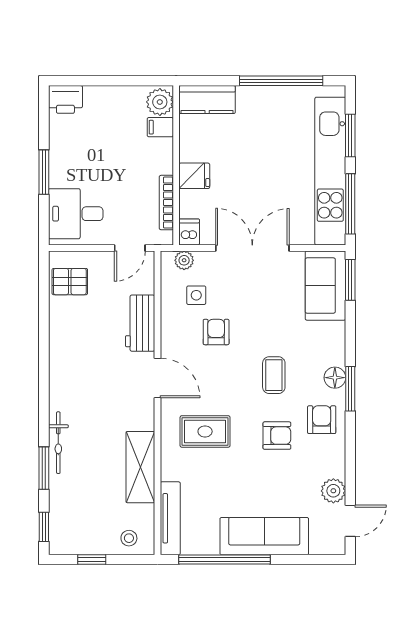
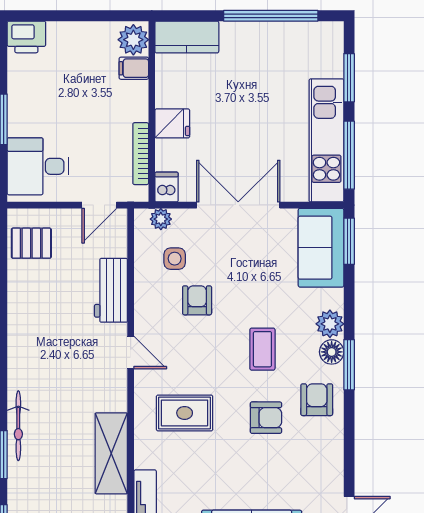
kitchen unit: (330, 171) -> (326, 140), width x0.73
door: (157, 378) -> (131, 352), width x0.73
plant: (333, 491) -> (330, 324), moved

